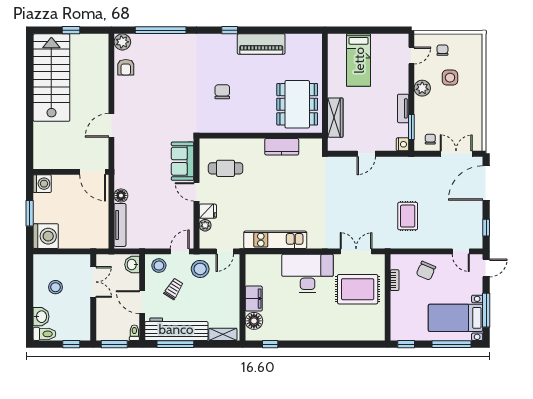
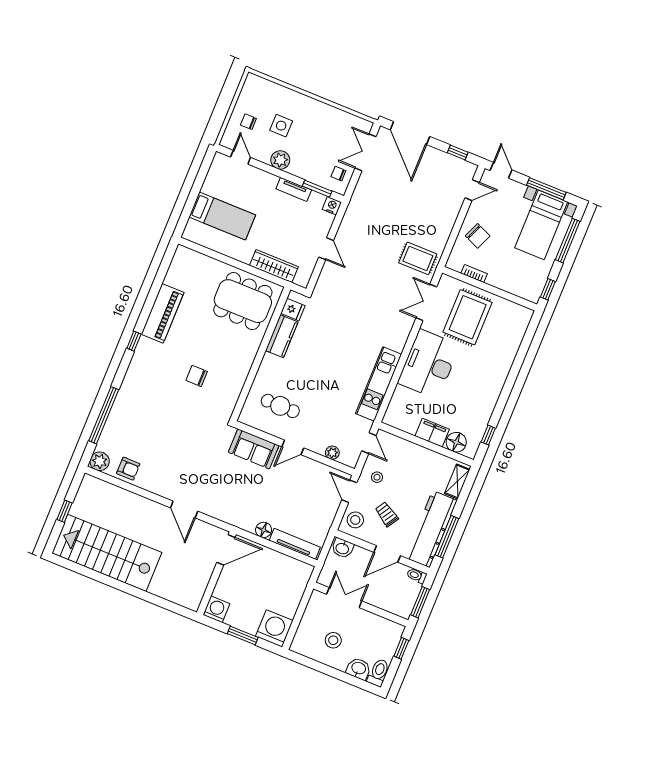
cafe table: (226, 168) -> (280, 406), turned 90
fridge: (208, 211) -> (293, 309), moved, turned 90
rug: (408, 216) -> (418, 258), moved
stool: (200, 269) -> (377, 477), width x0.53, depth x0.53

